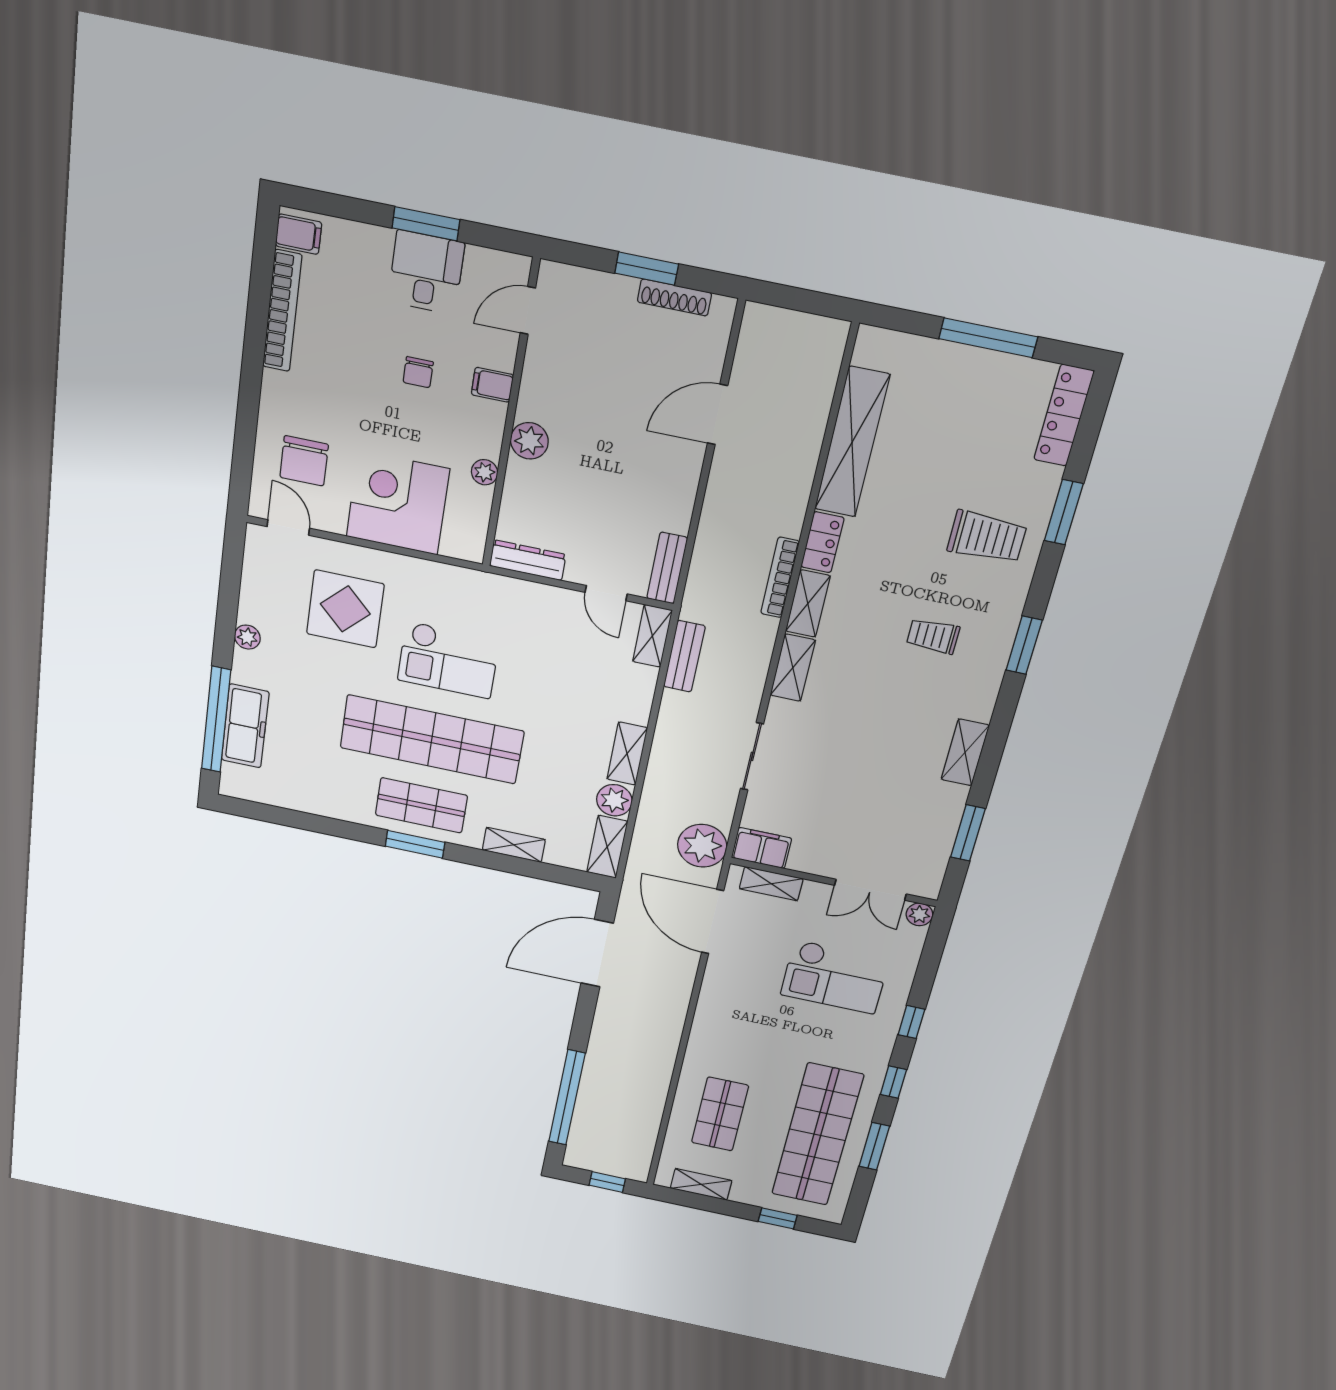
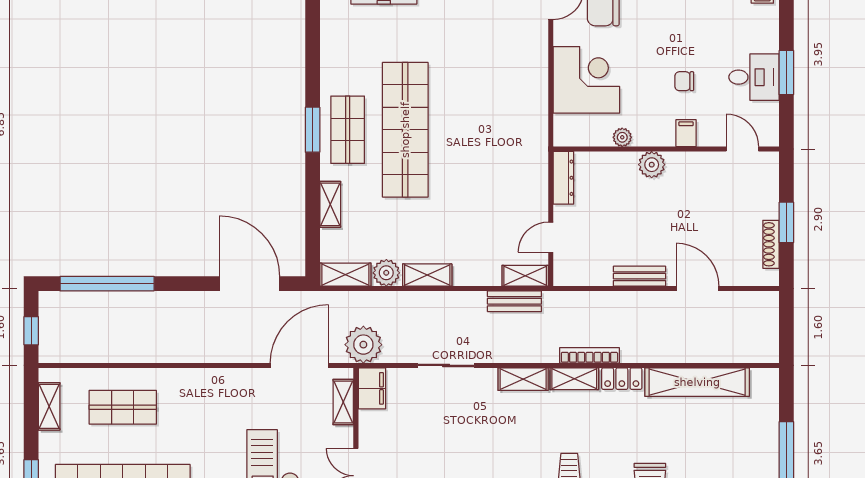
bench: (667, 568) -> (640, 276), moved
display table: (345, 609) -> (496, 53), removed
checkout: (448, 660) -> (473, 133), removed

